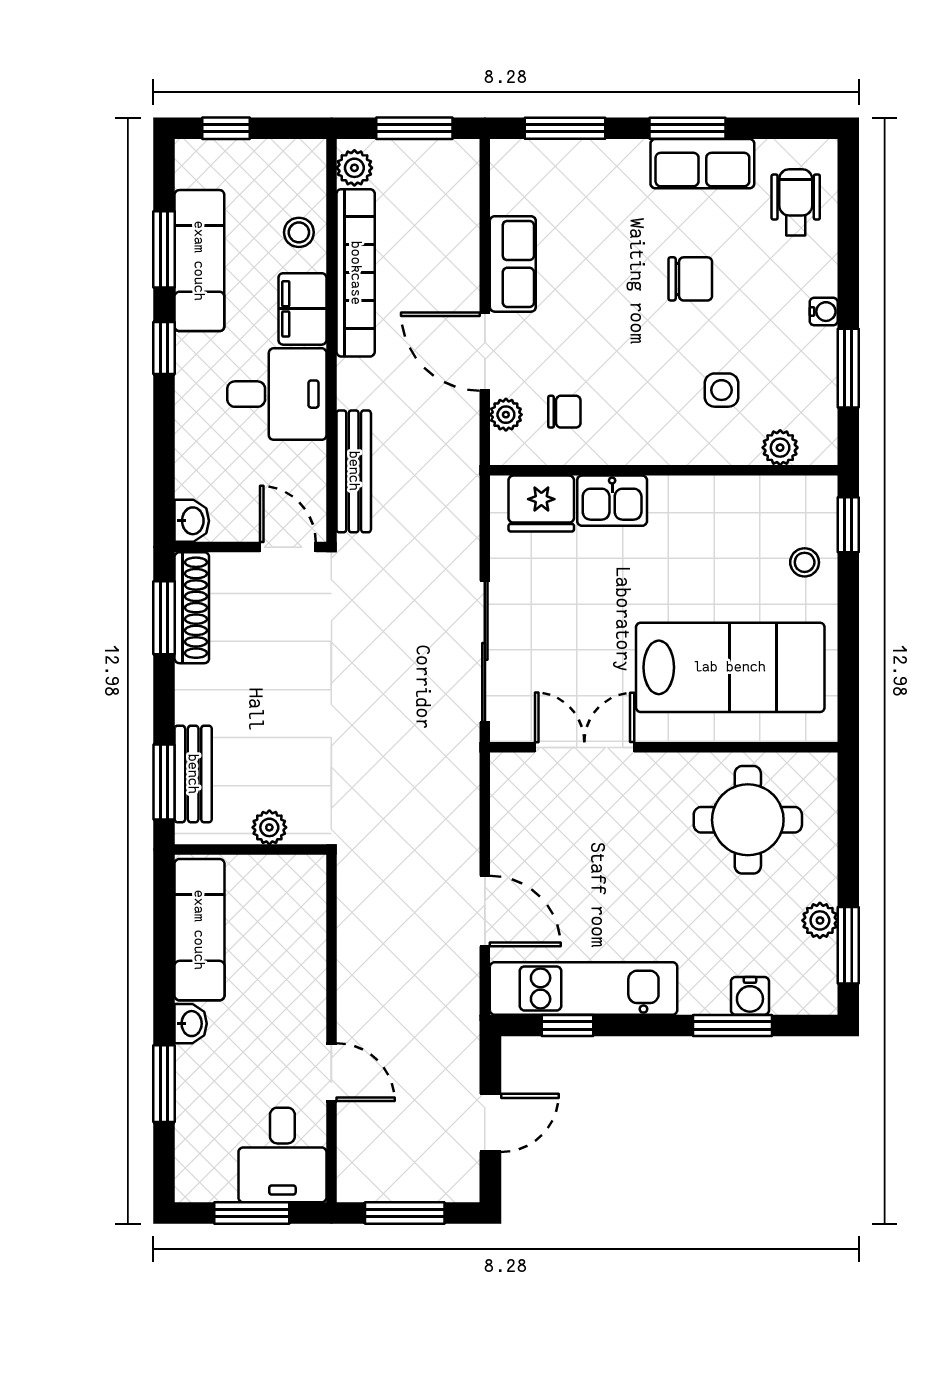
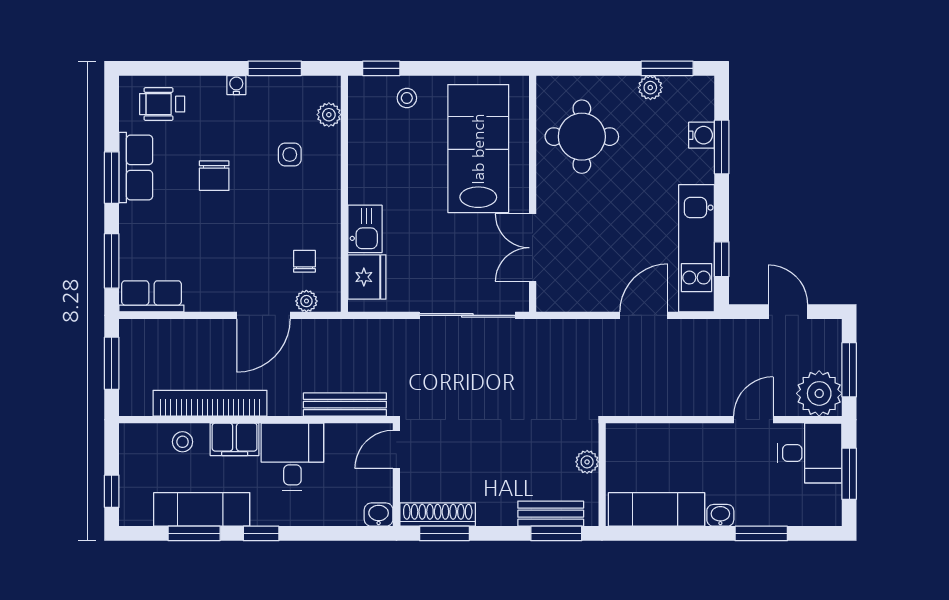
plant: (354, 168) -> (819, 393), moved, width x1.88, depth x1.88
row of seats: (513, 264) -> (151, 296), moved
chair: (690, 279) -> (214, 176), turned 180

